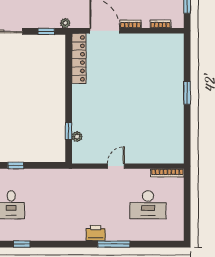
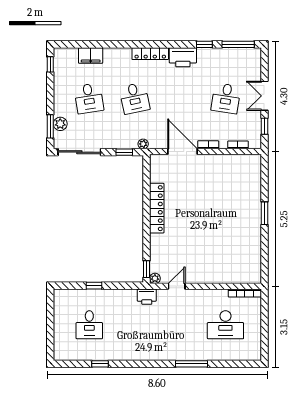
locker: (79, 58) -> (157, 208), moved
window: (69, 131) -> (146, 269), moved
plant: (77, 137) -> (155, 278), moved
door: (116, 166) -> (177, 286), moved
printer: (96, 233) -> (147, 297), moved, turned 180

